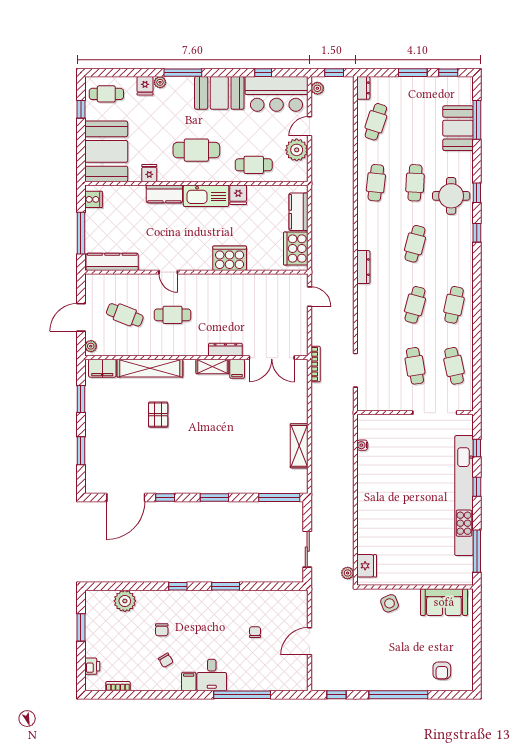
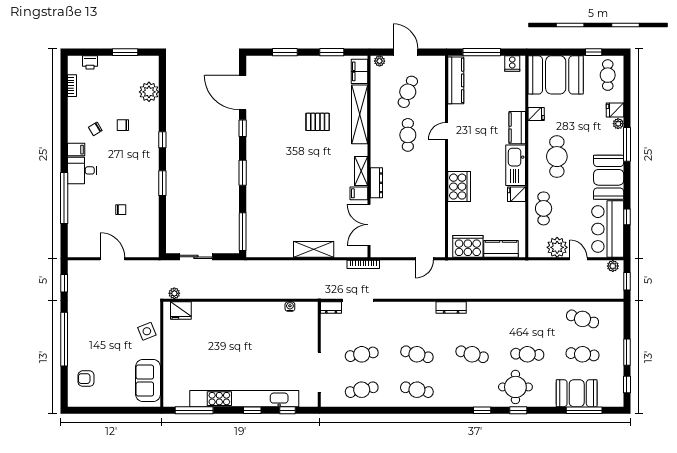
dresser: (363, 88) -> (331, 308), moved
cafe table: (376, 183) -> (583, 354), moved
shelving: (299, 446) -> (314, 249), moved

